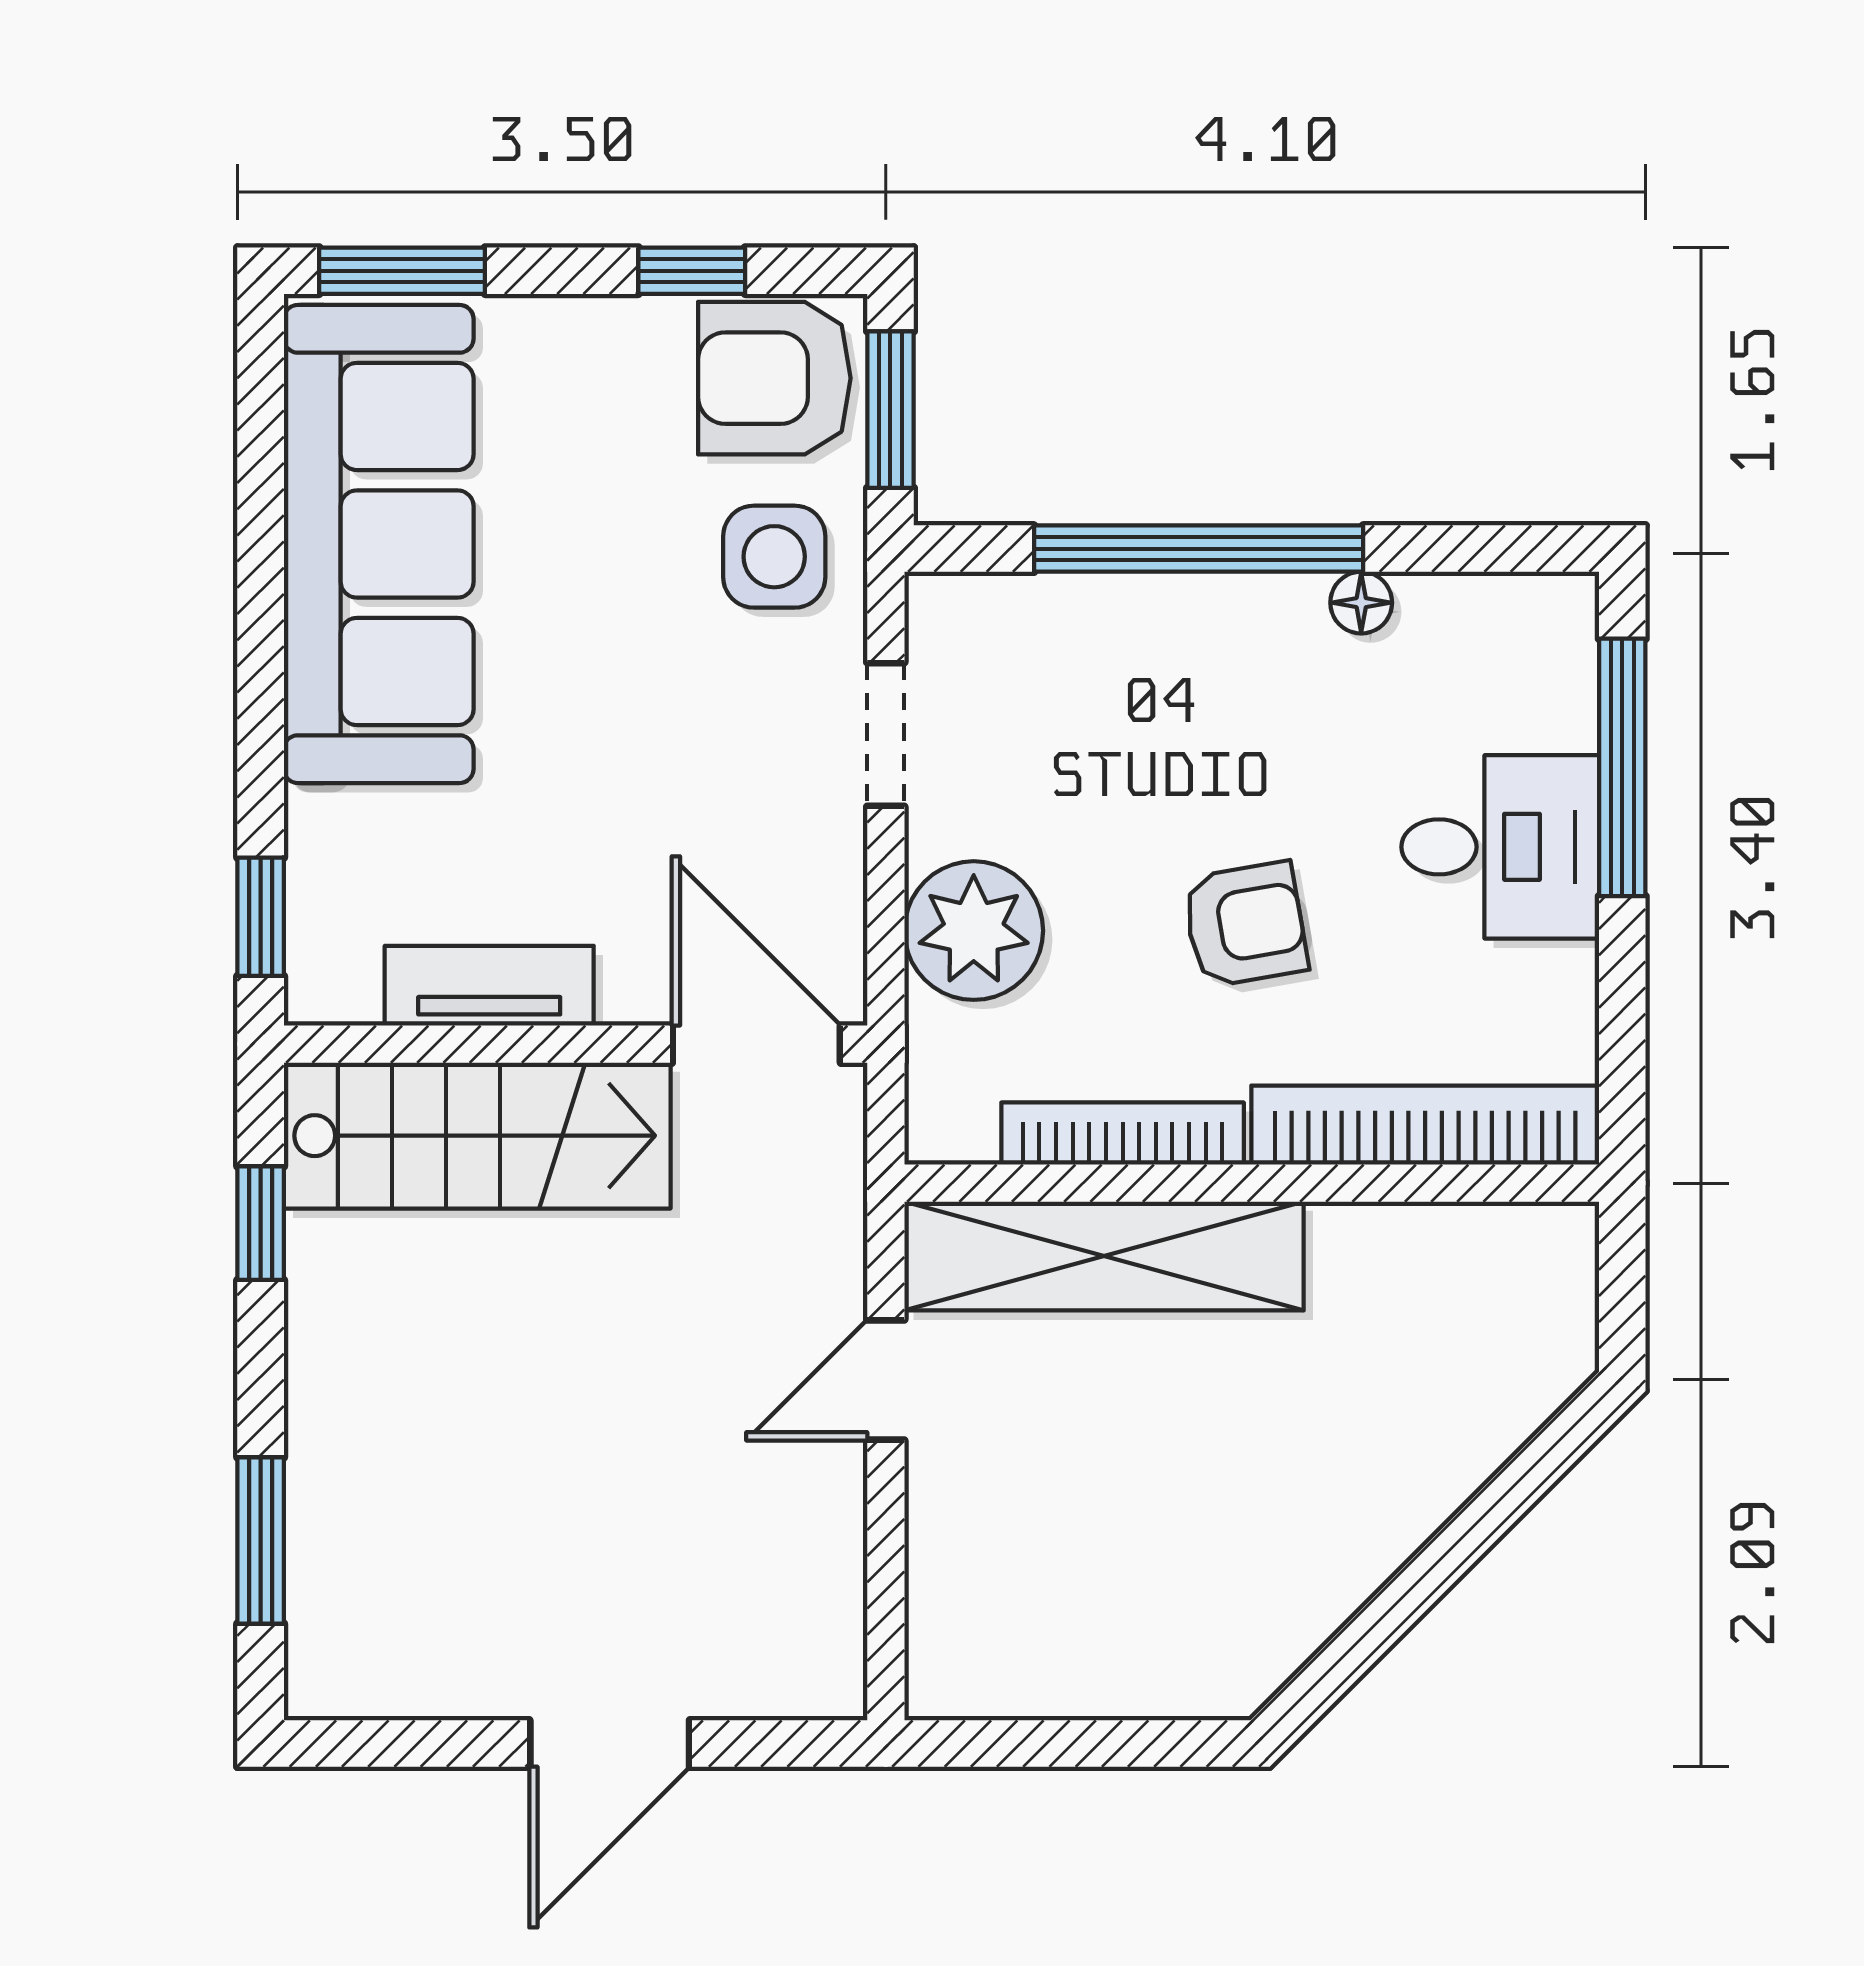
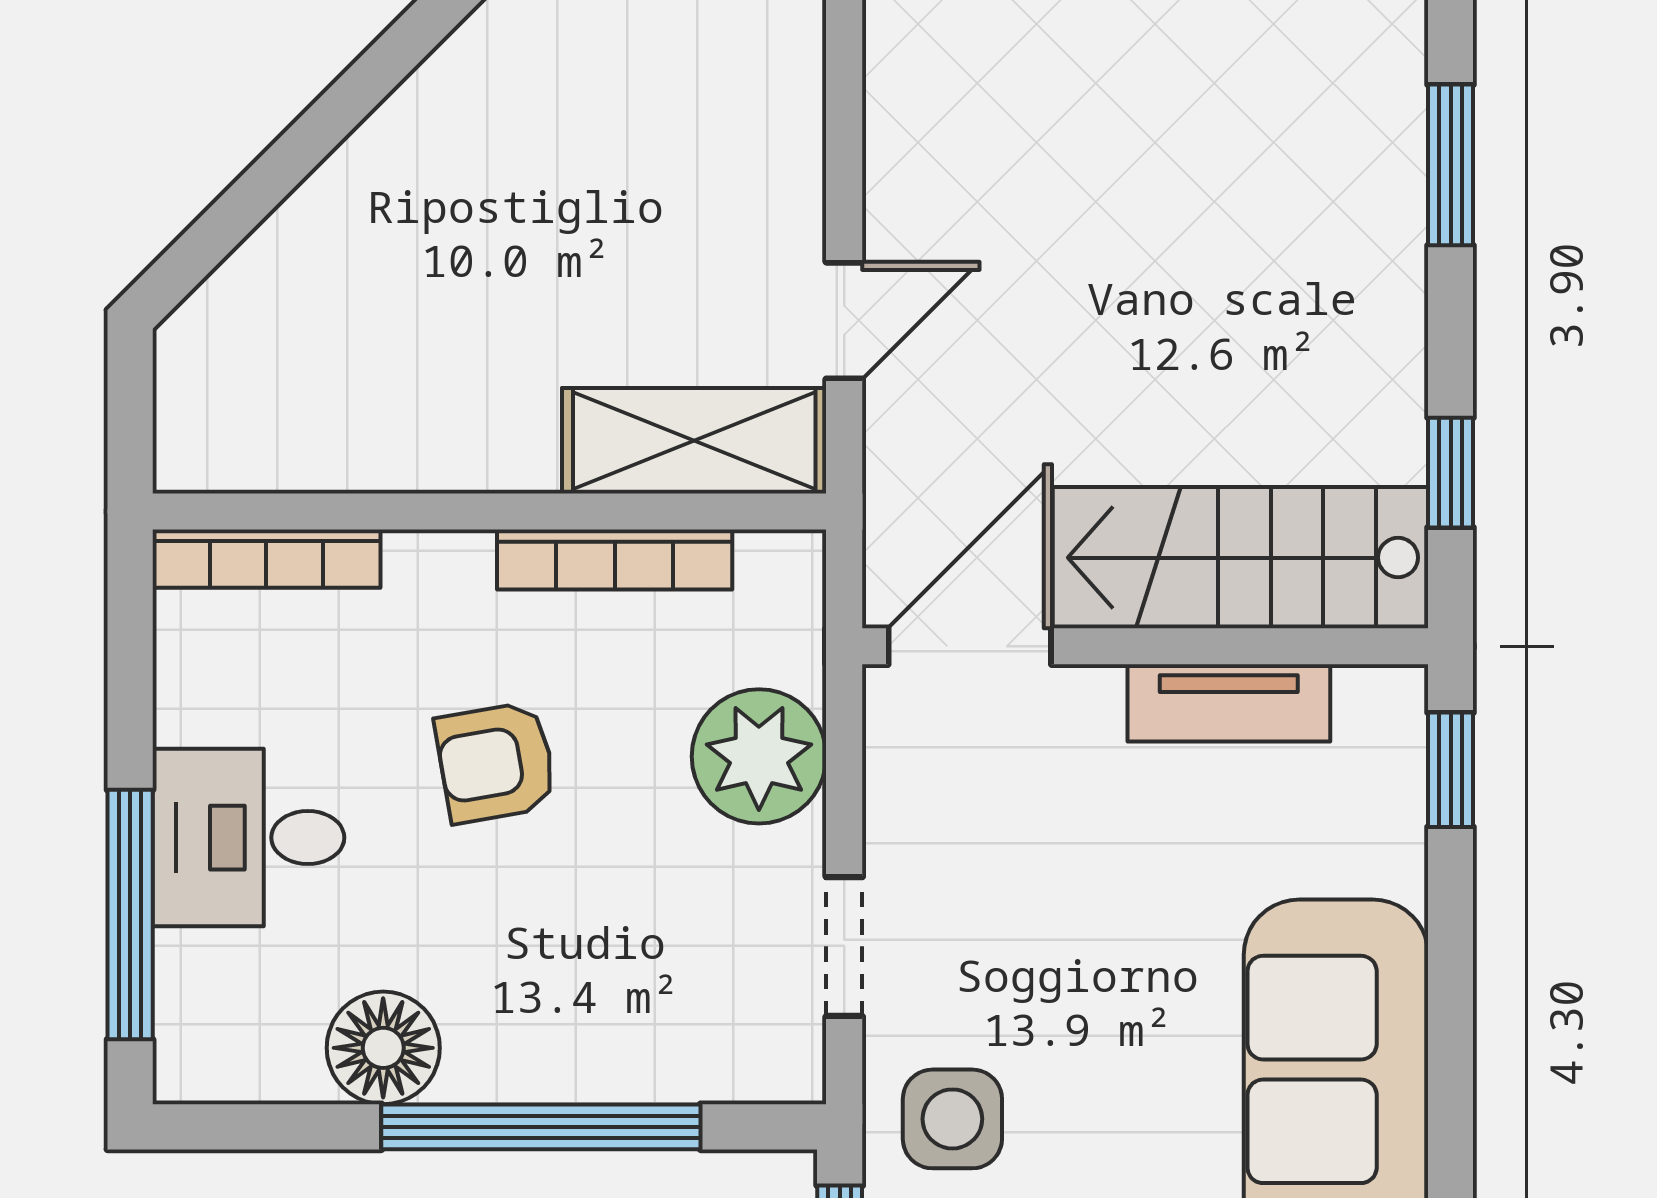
floor lamp: (1361, 603) -> (383, 1048), width x1.89, depth x1.89
door: (756, 1044) -> (970, 646), swing flipped
bookcase: (1425, 1125) -> (266, 559), width x0.68, depth x0.76
shelving: (1104, 1256) -> (694, 441), width x0.68

